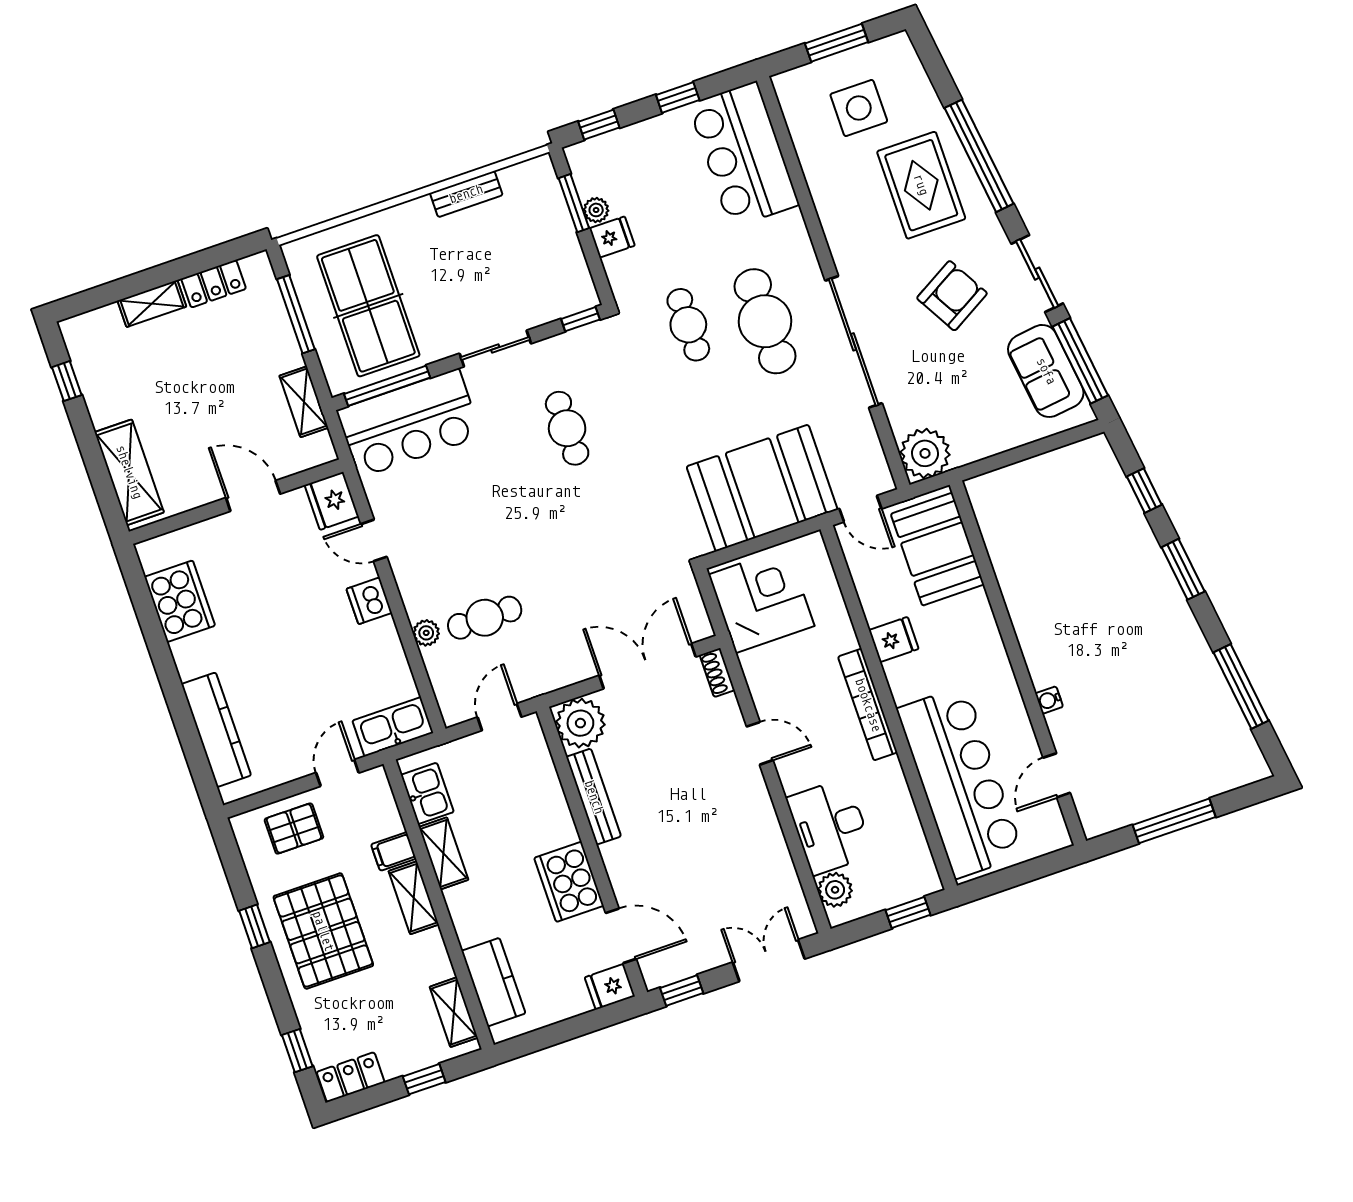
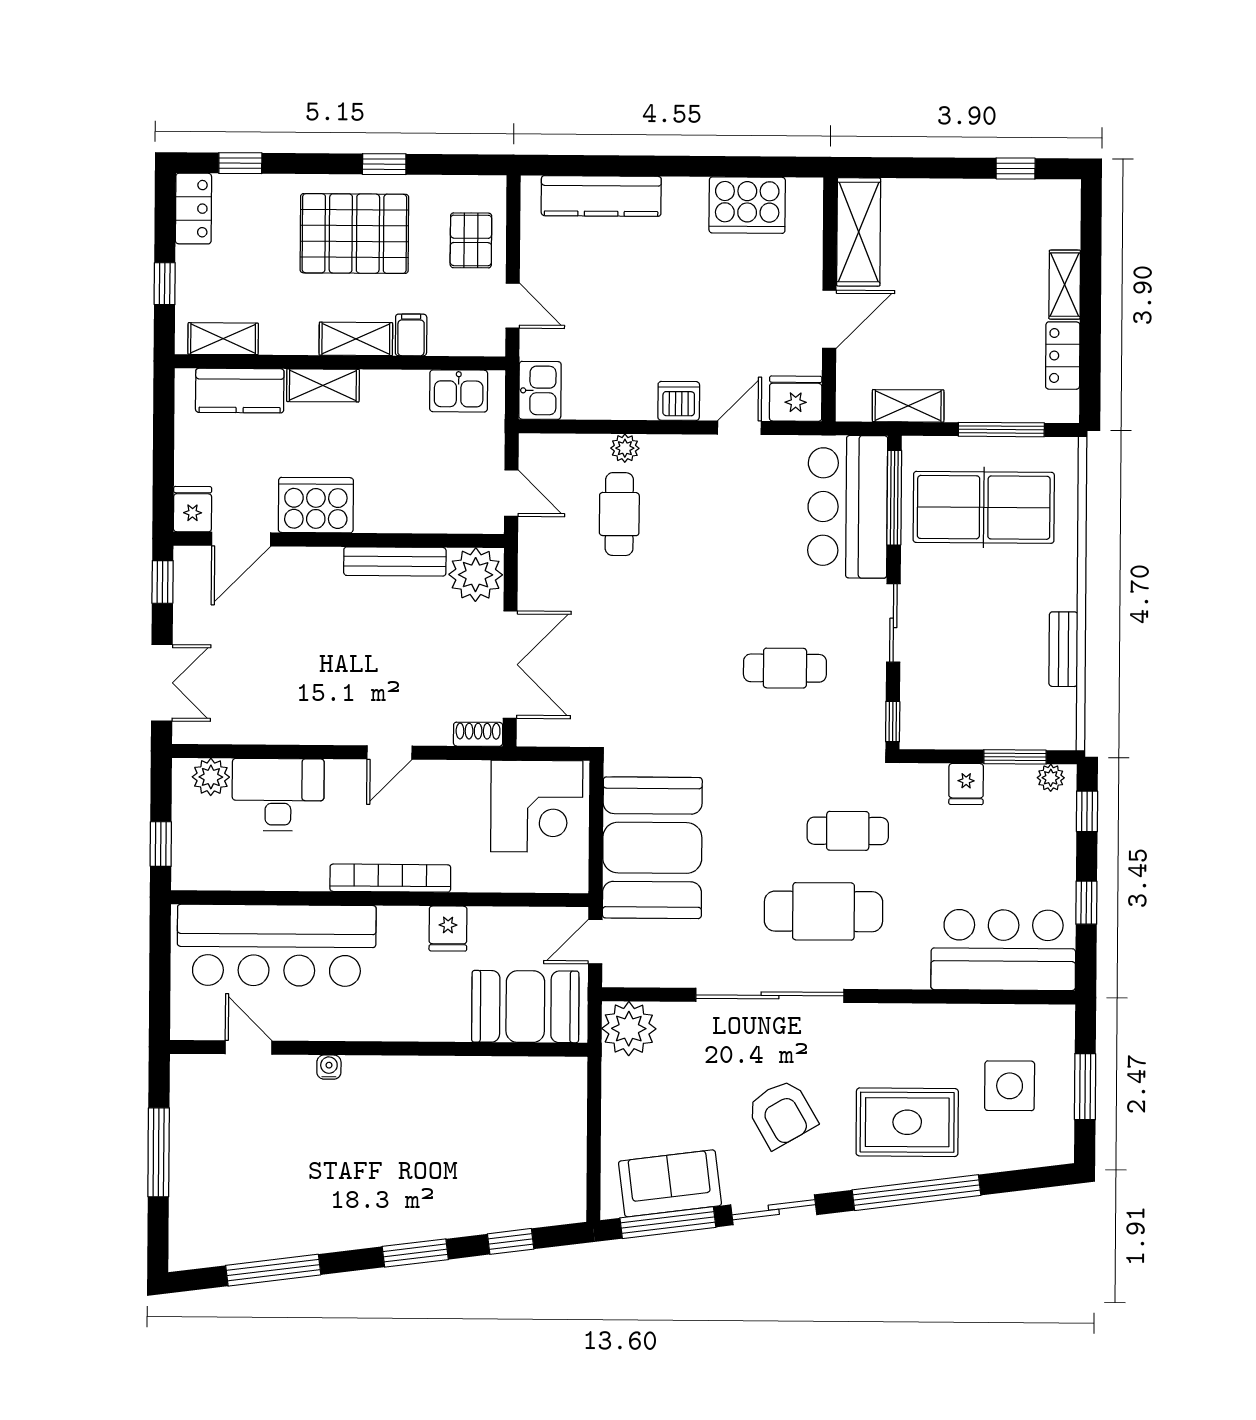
plant: (596, 210) -> (1051, 778), moved
shelving: (129, 472) -> (859, 232), moved, turned 90
kitchen sink: (393, 727) -> (540, 390), width x0.73
shelving: (444, 853) -> (323, 385), moved

